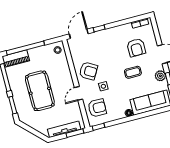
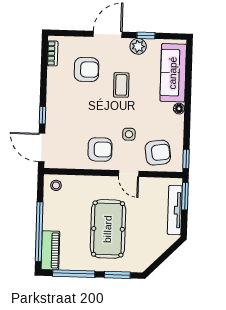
armchair: (88, 71) -> (100, 149), turned 60
pool table: (40, 91) -> (108, 229), turned 90
armchair: (97, 108) -> (158, 153), turned 81

